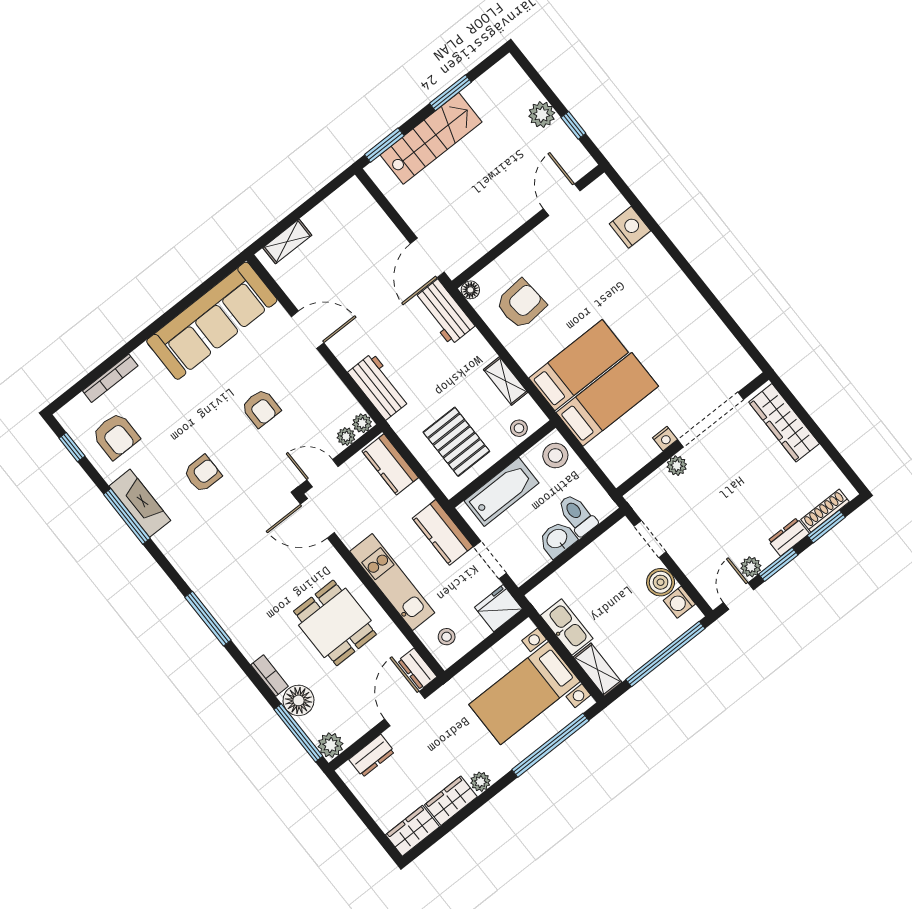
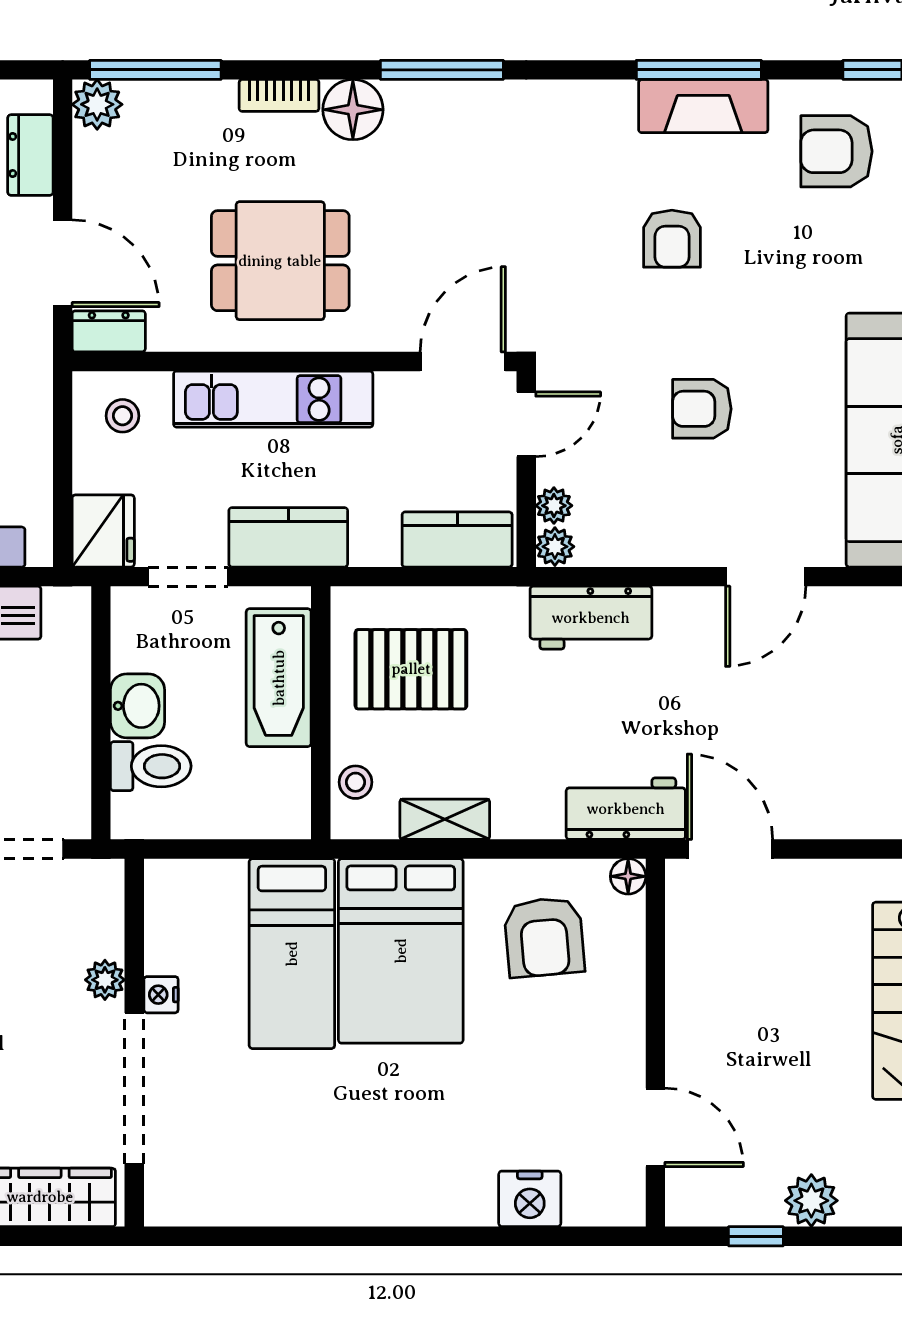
bed: (578, 365) -> (401, 951), width x1.50
stool: (555, 456) -> (269, 805), removed
floor lamp: (298, 700) -> (353, 110), moved

